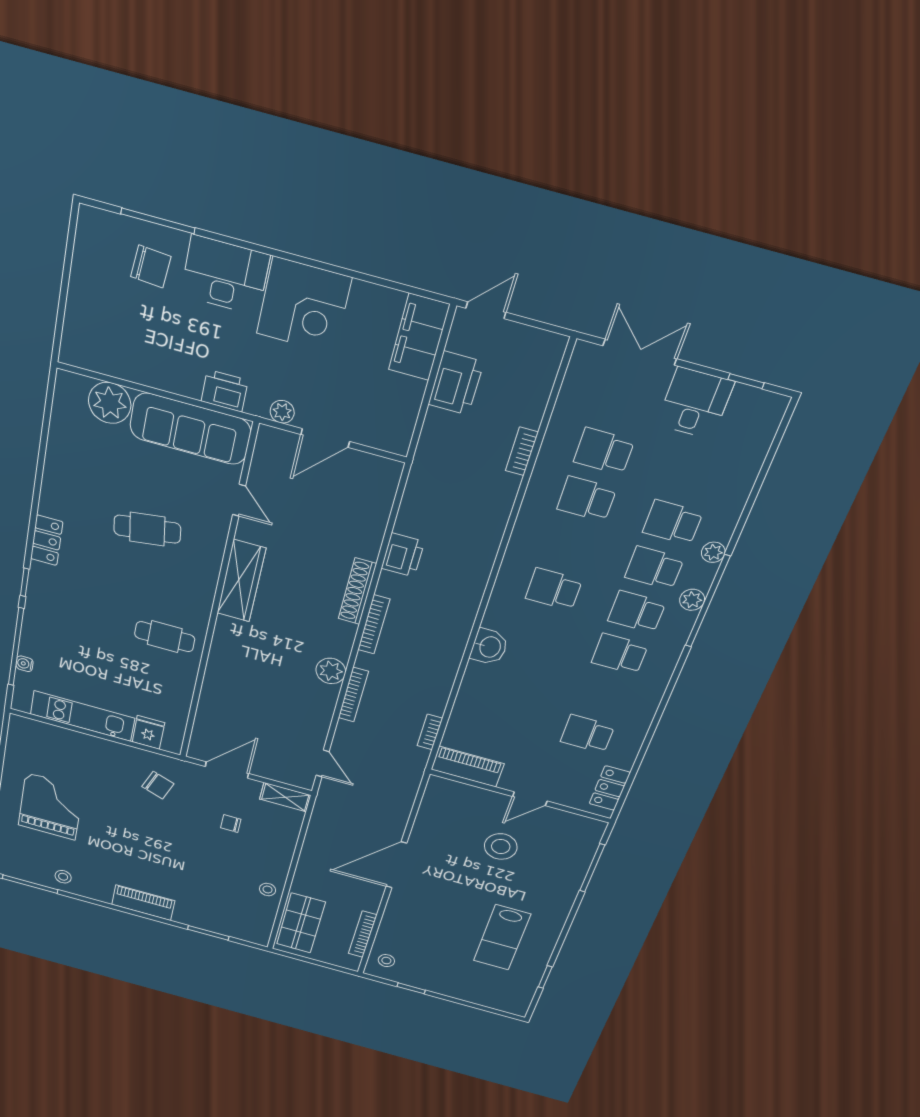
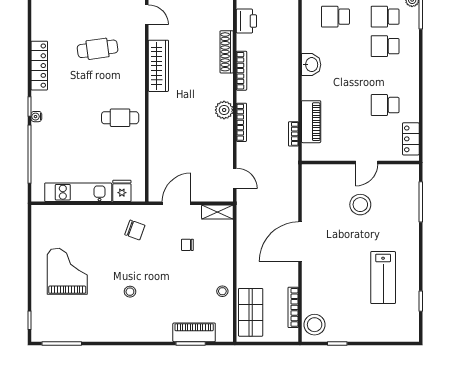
locker: (47, 540) -> (39, 66), width x1.53
water cooler: (25, 664) -> (36, 117), moved
piano: (468, 767) -> (311, 122), moved, turned 90
stool: (63, 877) -> (130, 292), moved
piano: (143, 903) -> (194, 332), moved
stool: (386, 961) -> (315, 325), width x1.89, depth x1.89

